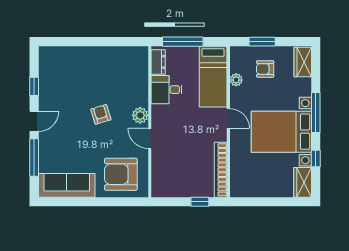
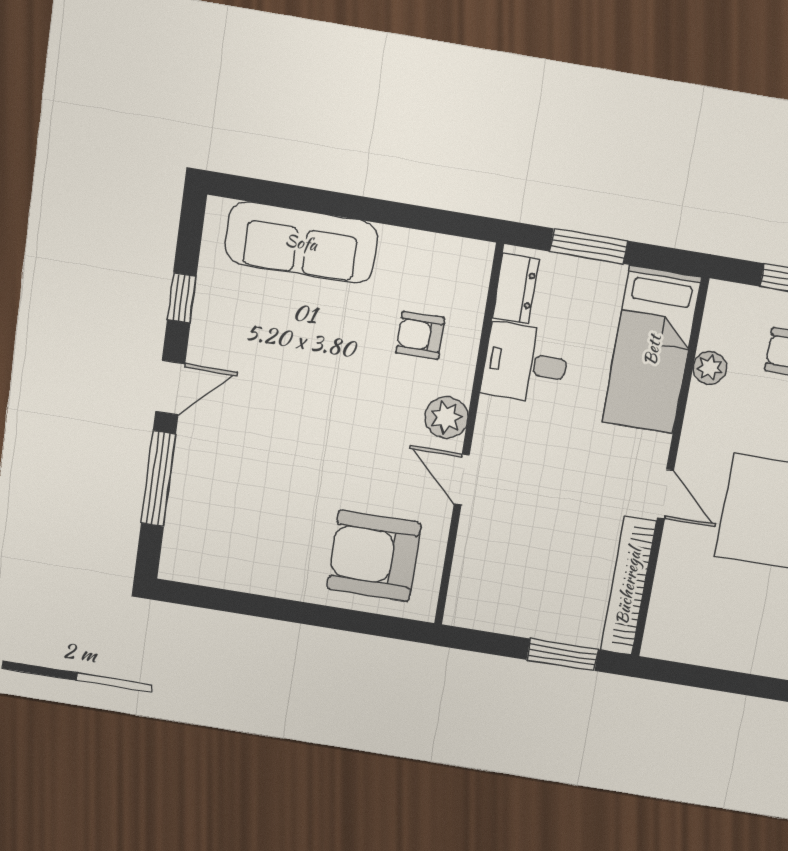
window: (183, 42) -> (589, 246), width x0.69
armchair: (101, 114) -> (420, 335), moved, turned -73
door: (228, 118) -> (665, 494), moved
sofa: (67, 185) -> (301, 242), moved, turned 180
window: (200, 202) -> (562, 655), width x1.50

